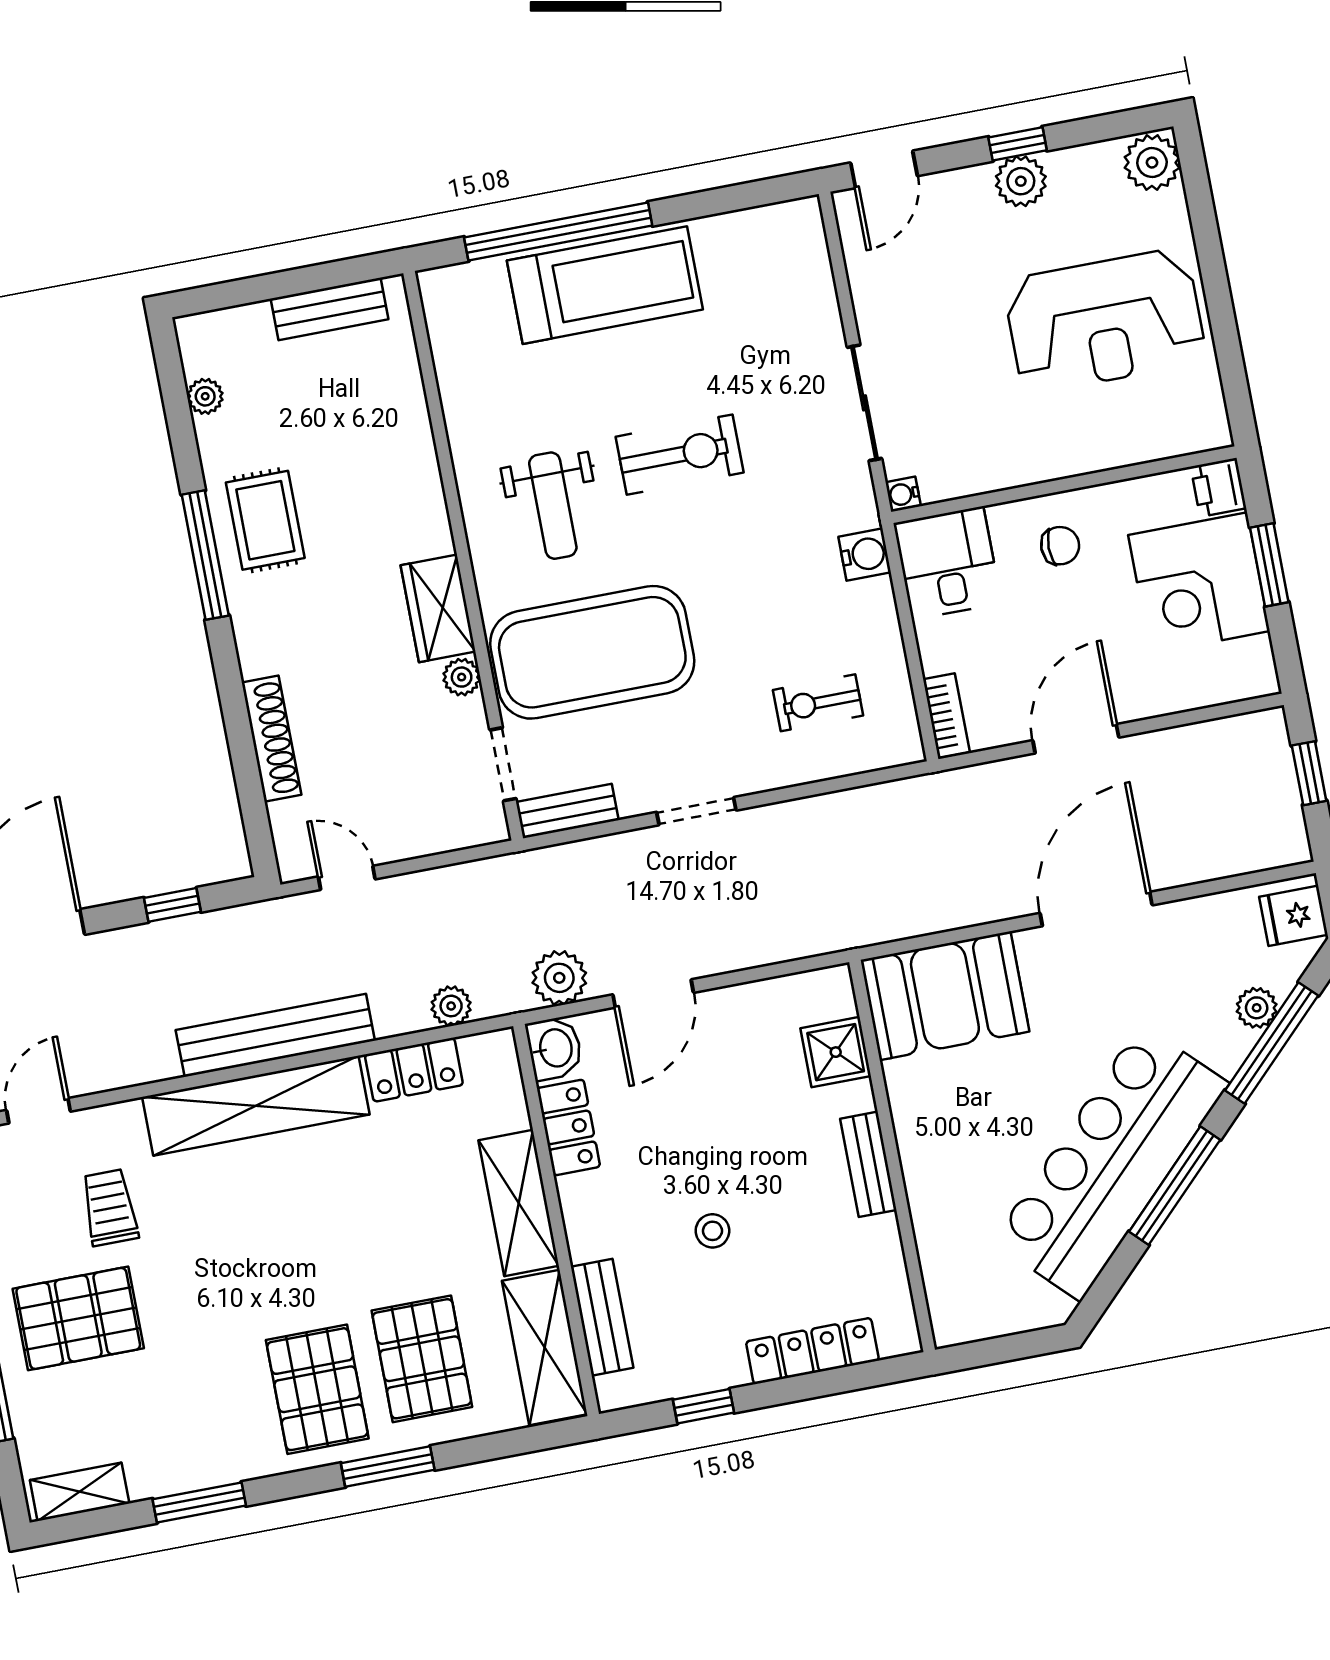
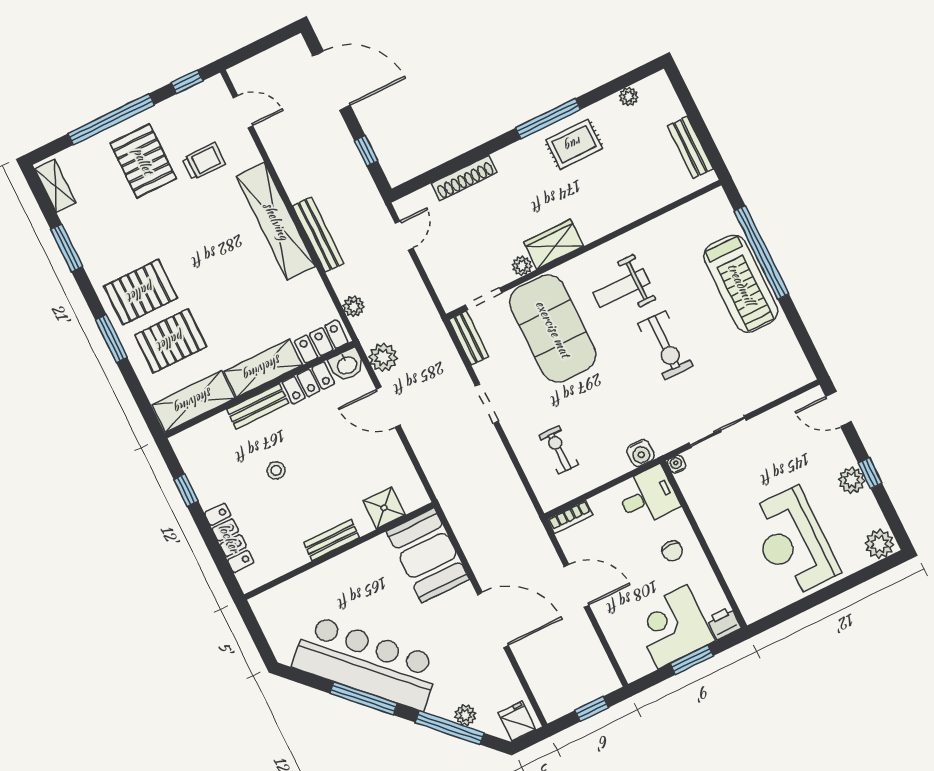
bench: (275, 1035) -> (318, 235), width x0.73, depth x0.82
locker: (414, 1070) -> (321, 342), moved, turned 90
bench: (602, 1317) -> (258, 406), moved

